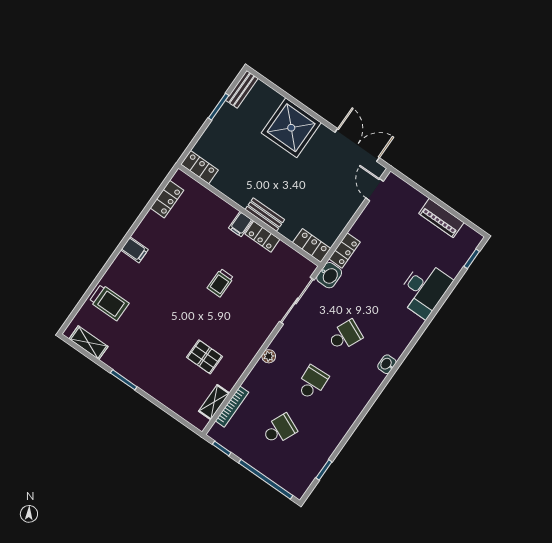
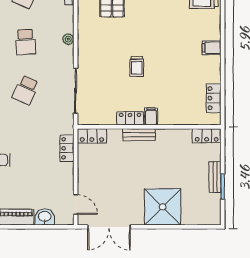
bench: (242, 89) -> (215, 177), moved
washbasin: (329, 275) -> (45, 217), moved, turned 90
trolley: (220, 283) -> (137, 66), turned 180

